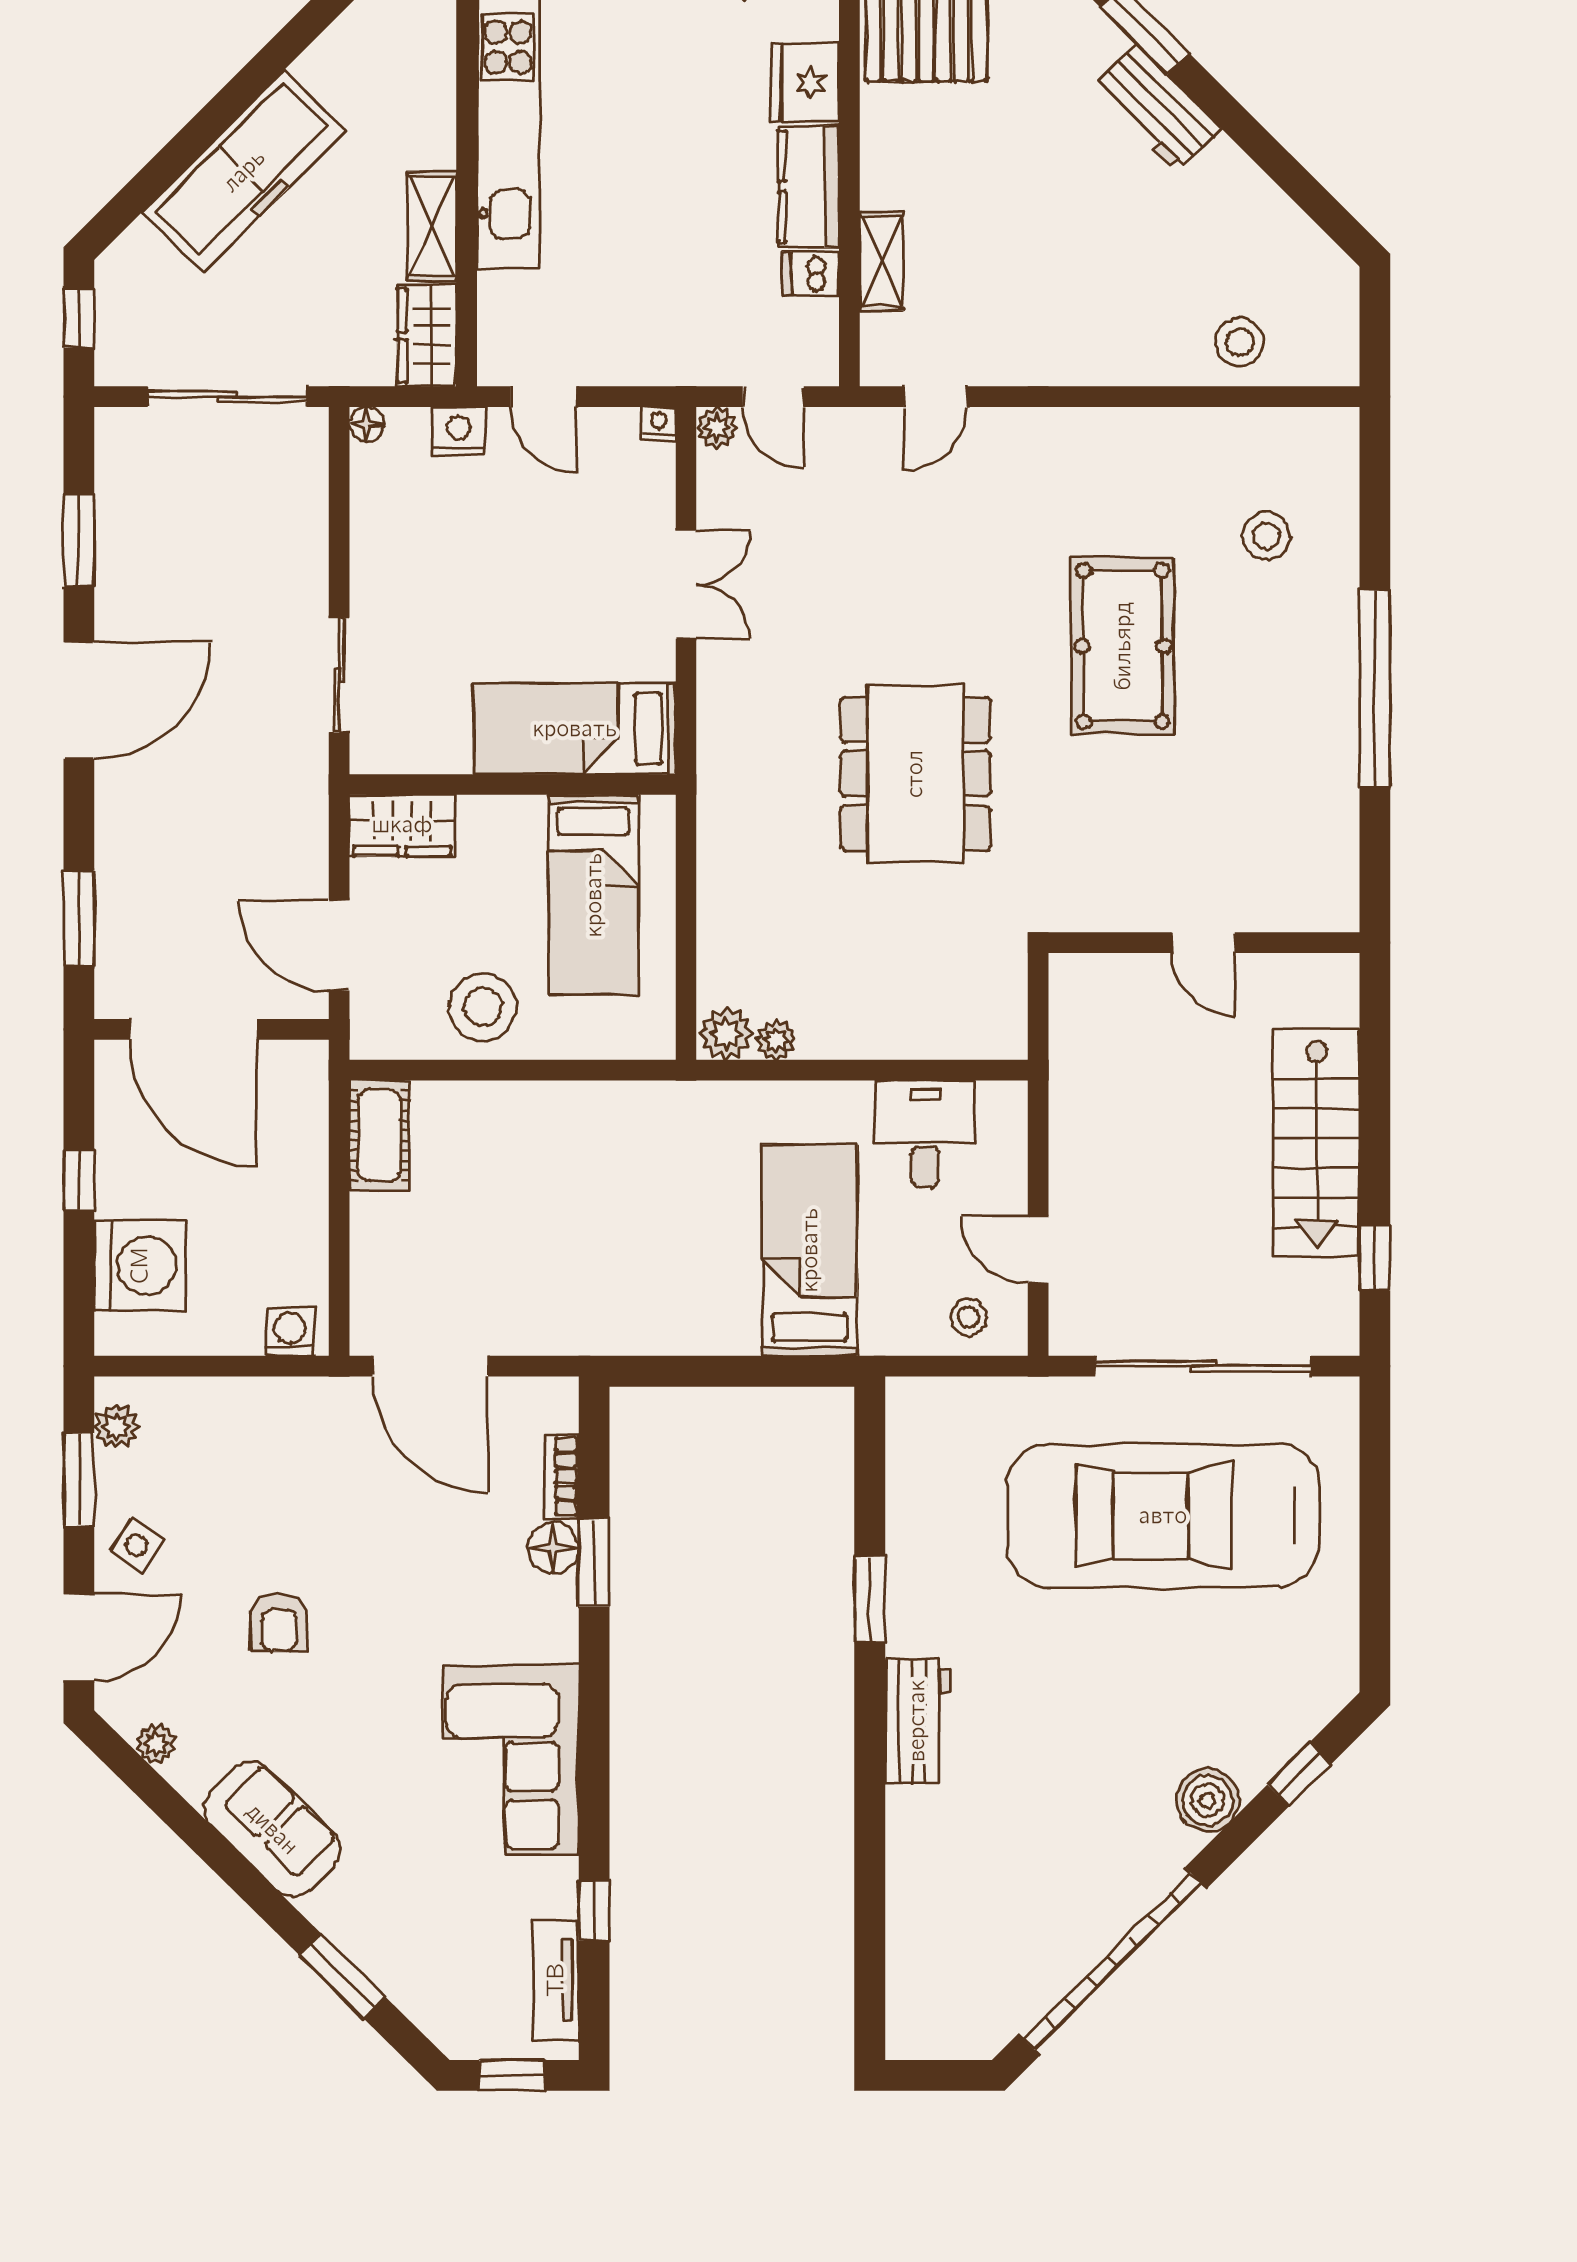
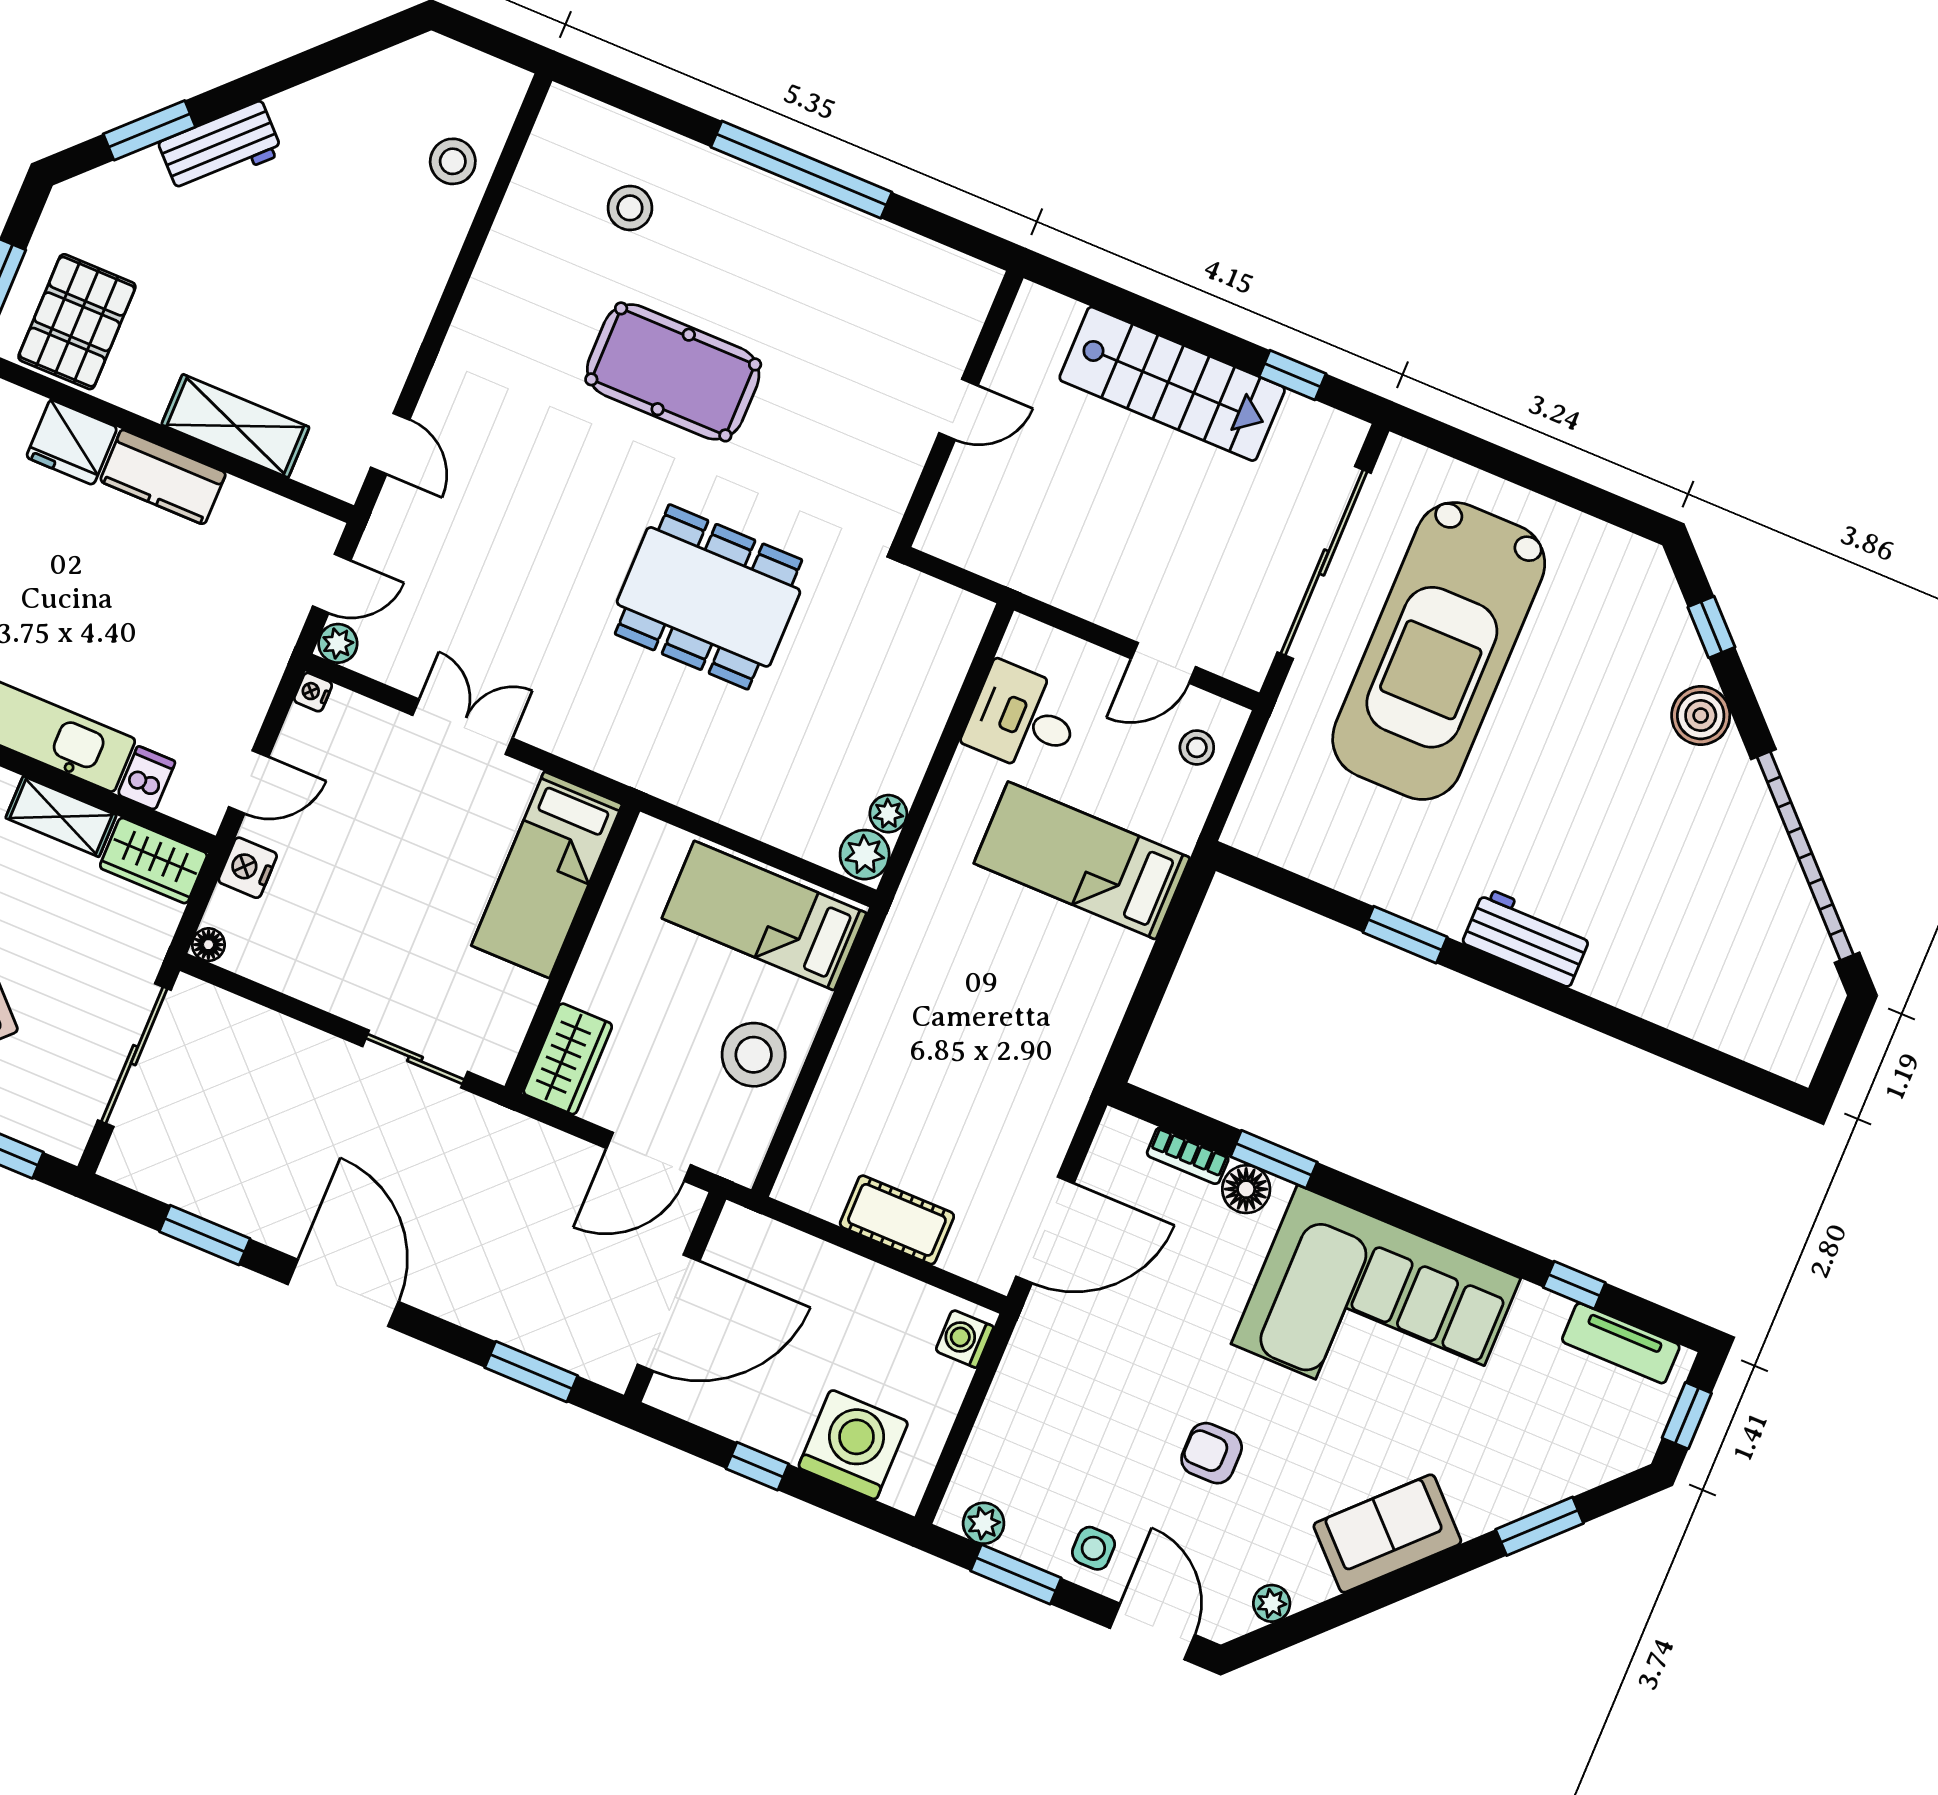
shelving: (882, 261) -> (235, 426), width x1.50, depth x1.33
dishwasher: (811, 273) -> (146, 778), moved, turned 180
bed: (594, 895) -> (764, 916), moved, turned 180
cot: (379, 1135) -> (897, 1220), moved
side table: (136, 1545) -> (1093, 1548), turned -35
armchair: (279, 1622) -> (1212, 1453), turned 180
corner sofa: (511, 1760) -> (1376, 1311), width x1.36, depth x1.36

